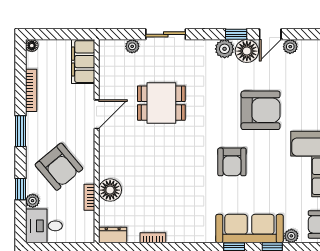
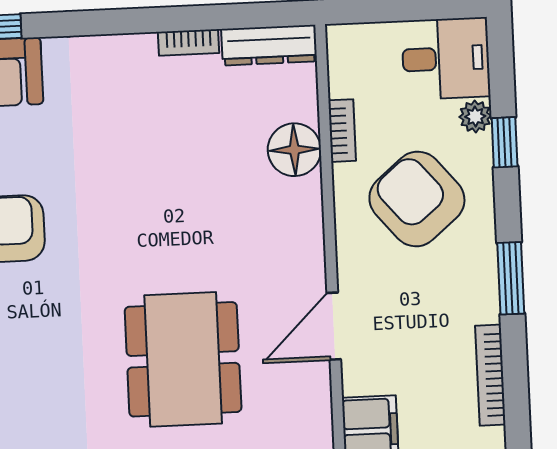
dining table: (161, 103) -> (183, 359), width x1.37
dresser: (113, 235) -> (269, 45), width x1.44

